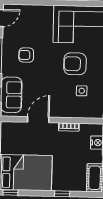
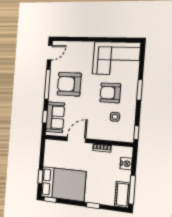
armchair: (26, 55) -> (69, 84), width x1.88, depth x1.88

